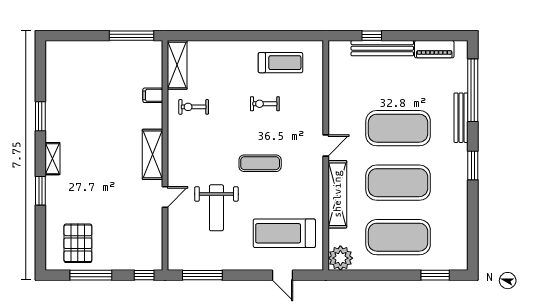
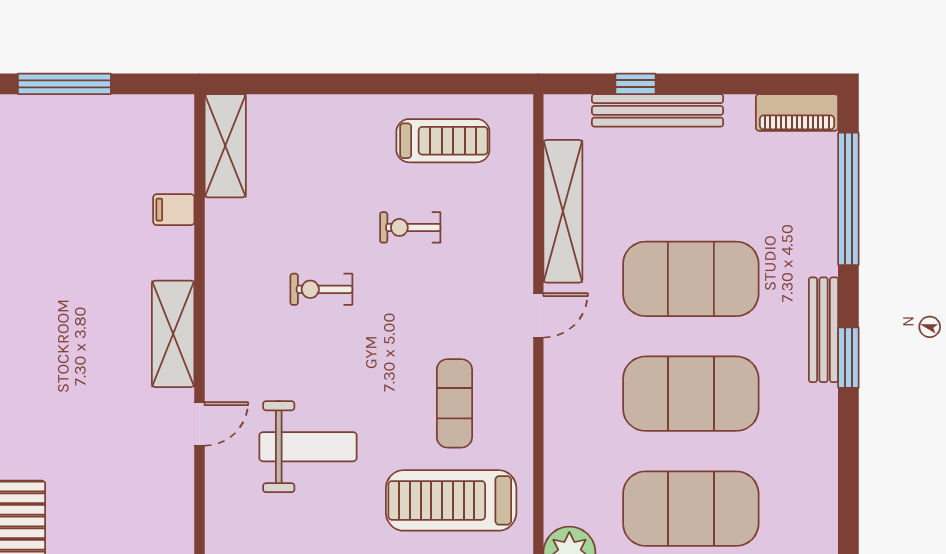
window: (131, 36) -> (64, 84), moved
piano: (434, 49) -> (797, 112), moved
exercise bike: (194, 107) -> (321, 289), moved
bench: (461, 118) -> (824, 330), moved
exercise mat: (260, 163) -> (454, 403), moved, turned 90
shelving: (337, 194) -> (563, 211), moved
weight bench: (216, 208) -> (308, 447), turned -90

